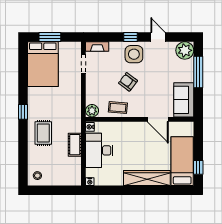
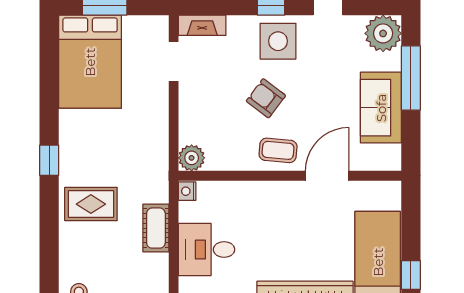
sofa: (184, 100) -> (381, 108), moved
coffee table: (118, 108) -> (278, 150), moved
door: (158, 119) -> (327, 176), swing flipped
rug: (43, 133) -> (91, 204), turned 90
desk: (99, 150) -> (207, 250), width x0.73

